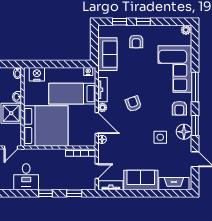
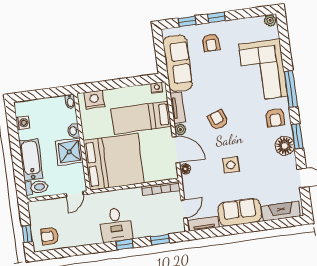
sofa: (107, 54) -> (178, 63), width x1.36
side table: (160, 137) -> (231, 165), moved
desk: (26, 177) -> (116, 225), moved

